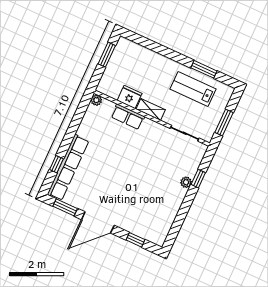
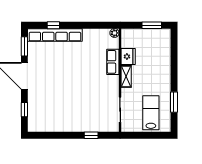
lab bench: (193, 89) -> (151, 113), moved
window: (224, 123) -> (141, 135), removed
plant: (186, 182) -> (84, 127), removed

